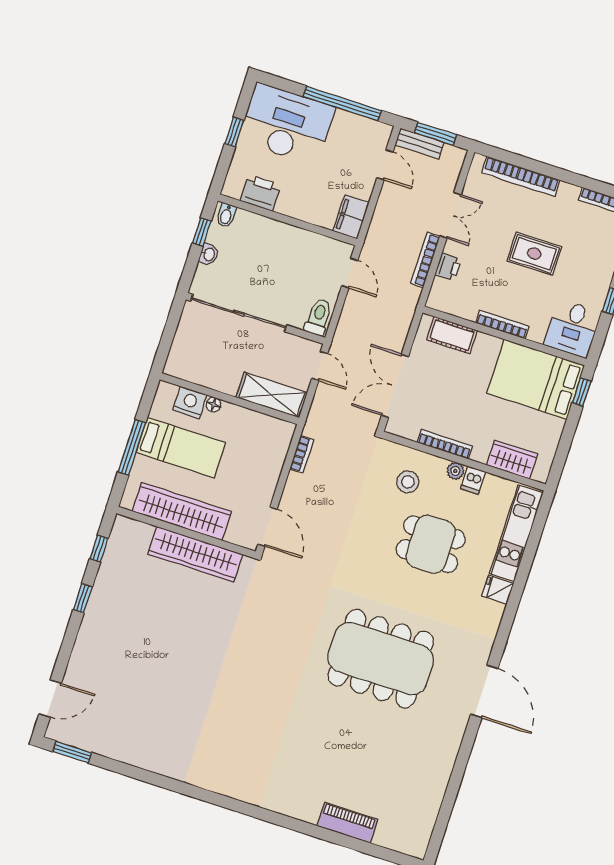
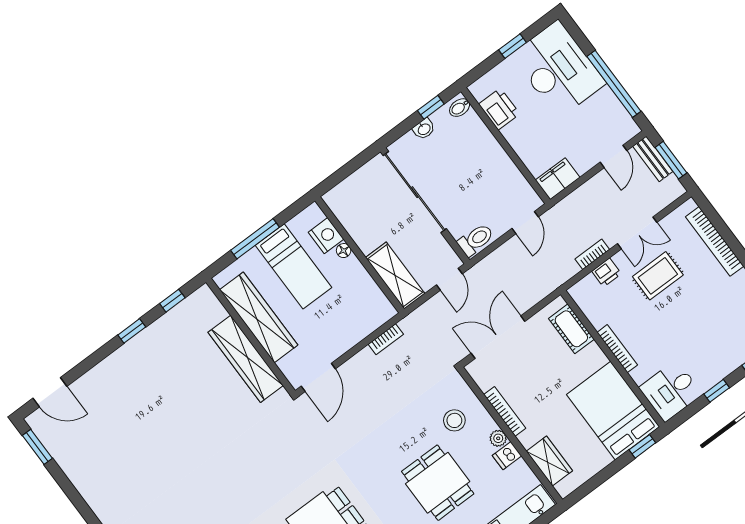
rug: (534, 254) -> (658, 276), moved, turned 90
bookcase: (425, 260) -> (592, 254), width x0.64

